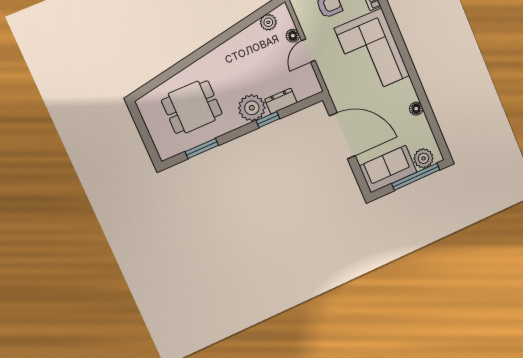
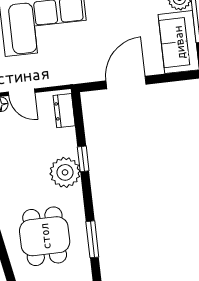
dresser: (281, 101) -> (64, 111), moved
door: (342, 136) -> (126, 83), width x0.73

